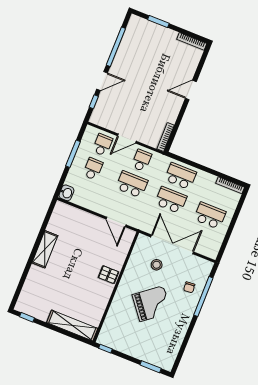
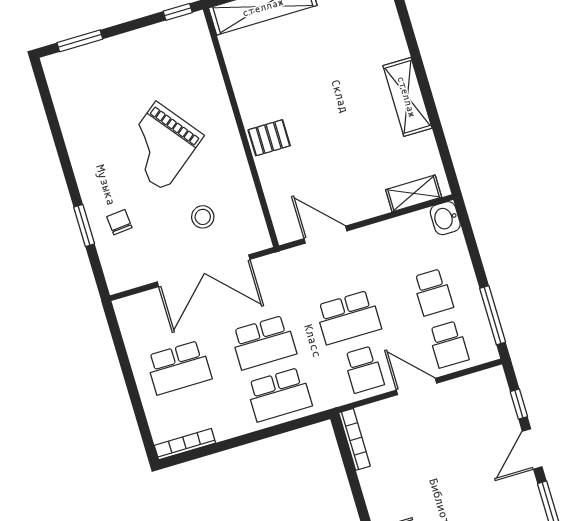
door: (127, 138) -> (416, 387), hinge flipped
window: (73, 154) -> (493, 315), moved
shelving: (71, 211) -> (414, 193), added
window: (203, 297) -> (84, 226), width x0.47

